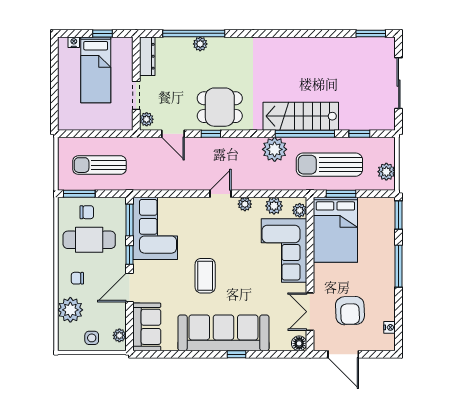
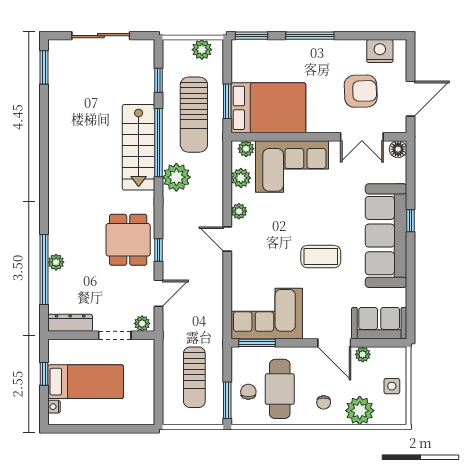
window: (130, 255) -> (297, 343), removed
nightstand: (389, 327) -> (380, 51), width x1.89, depth x1.79
plant: (119, 335) -> (363, 354), moved

